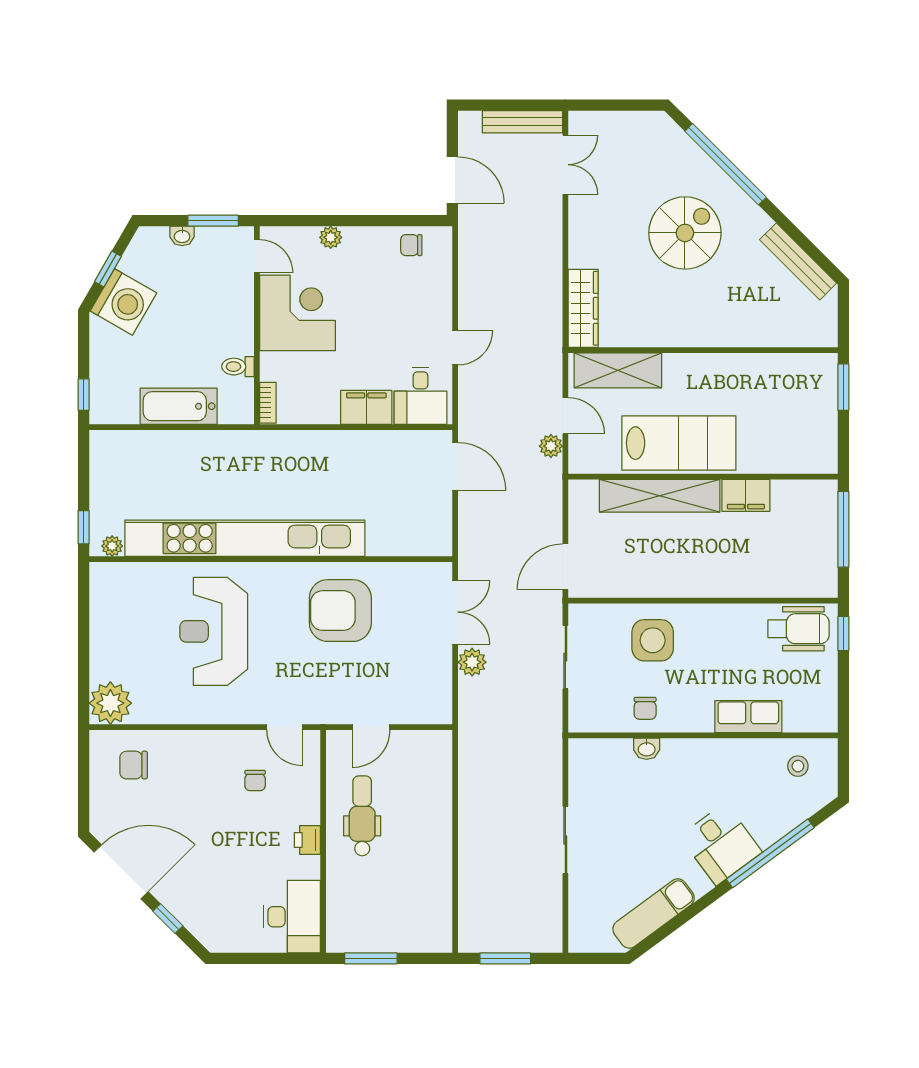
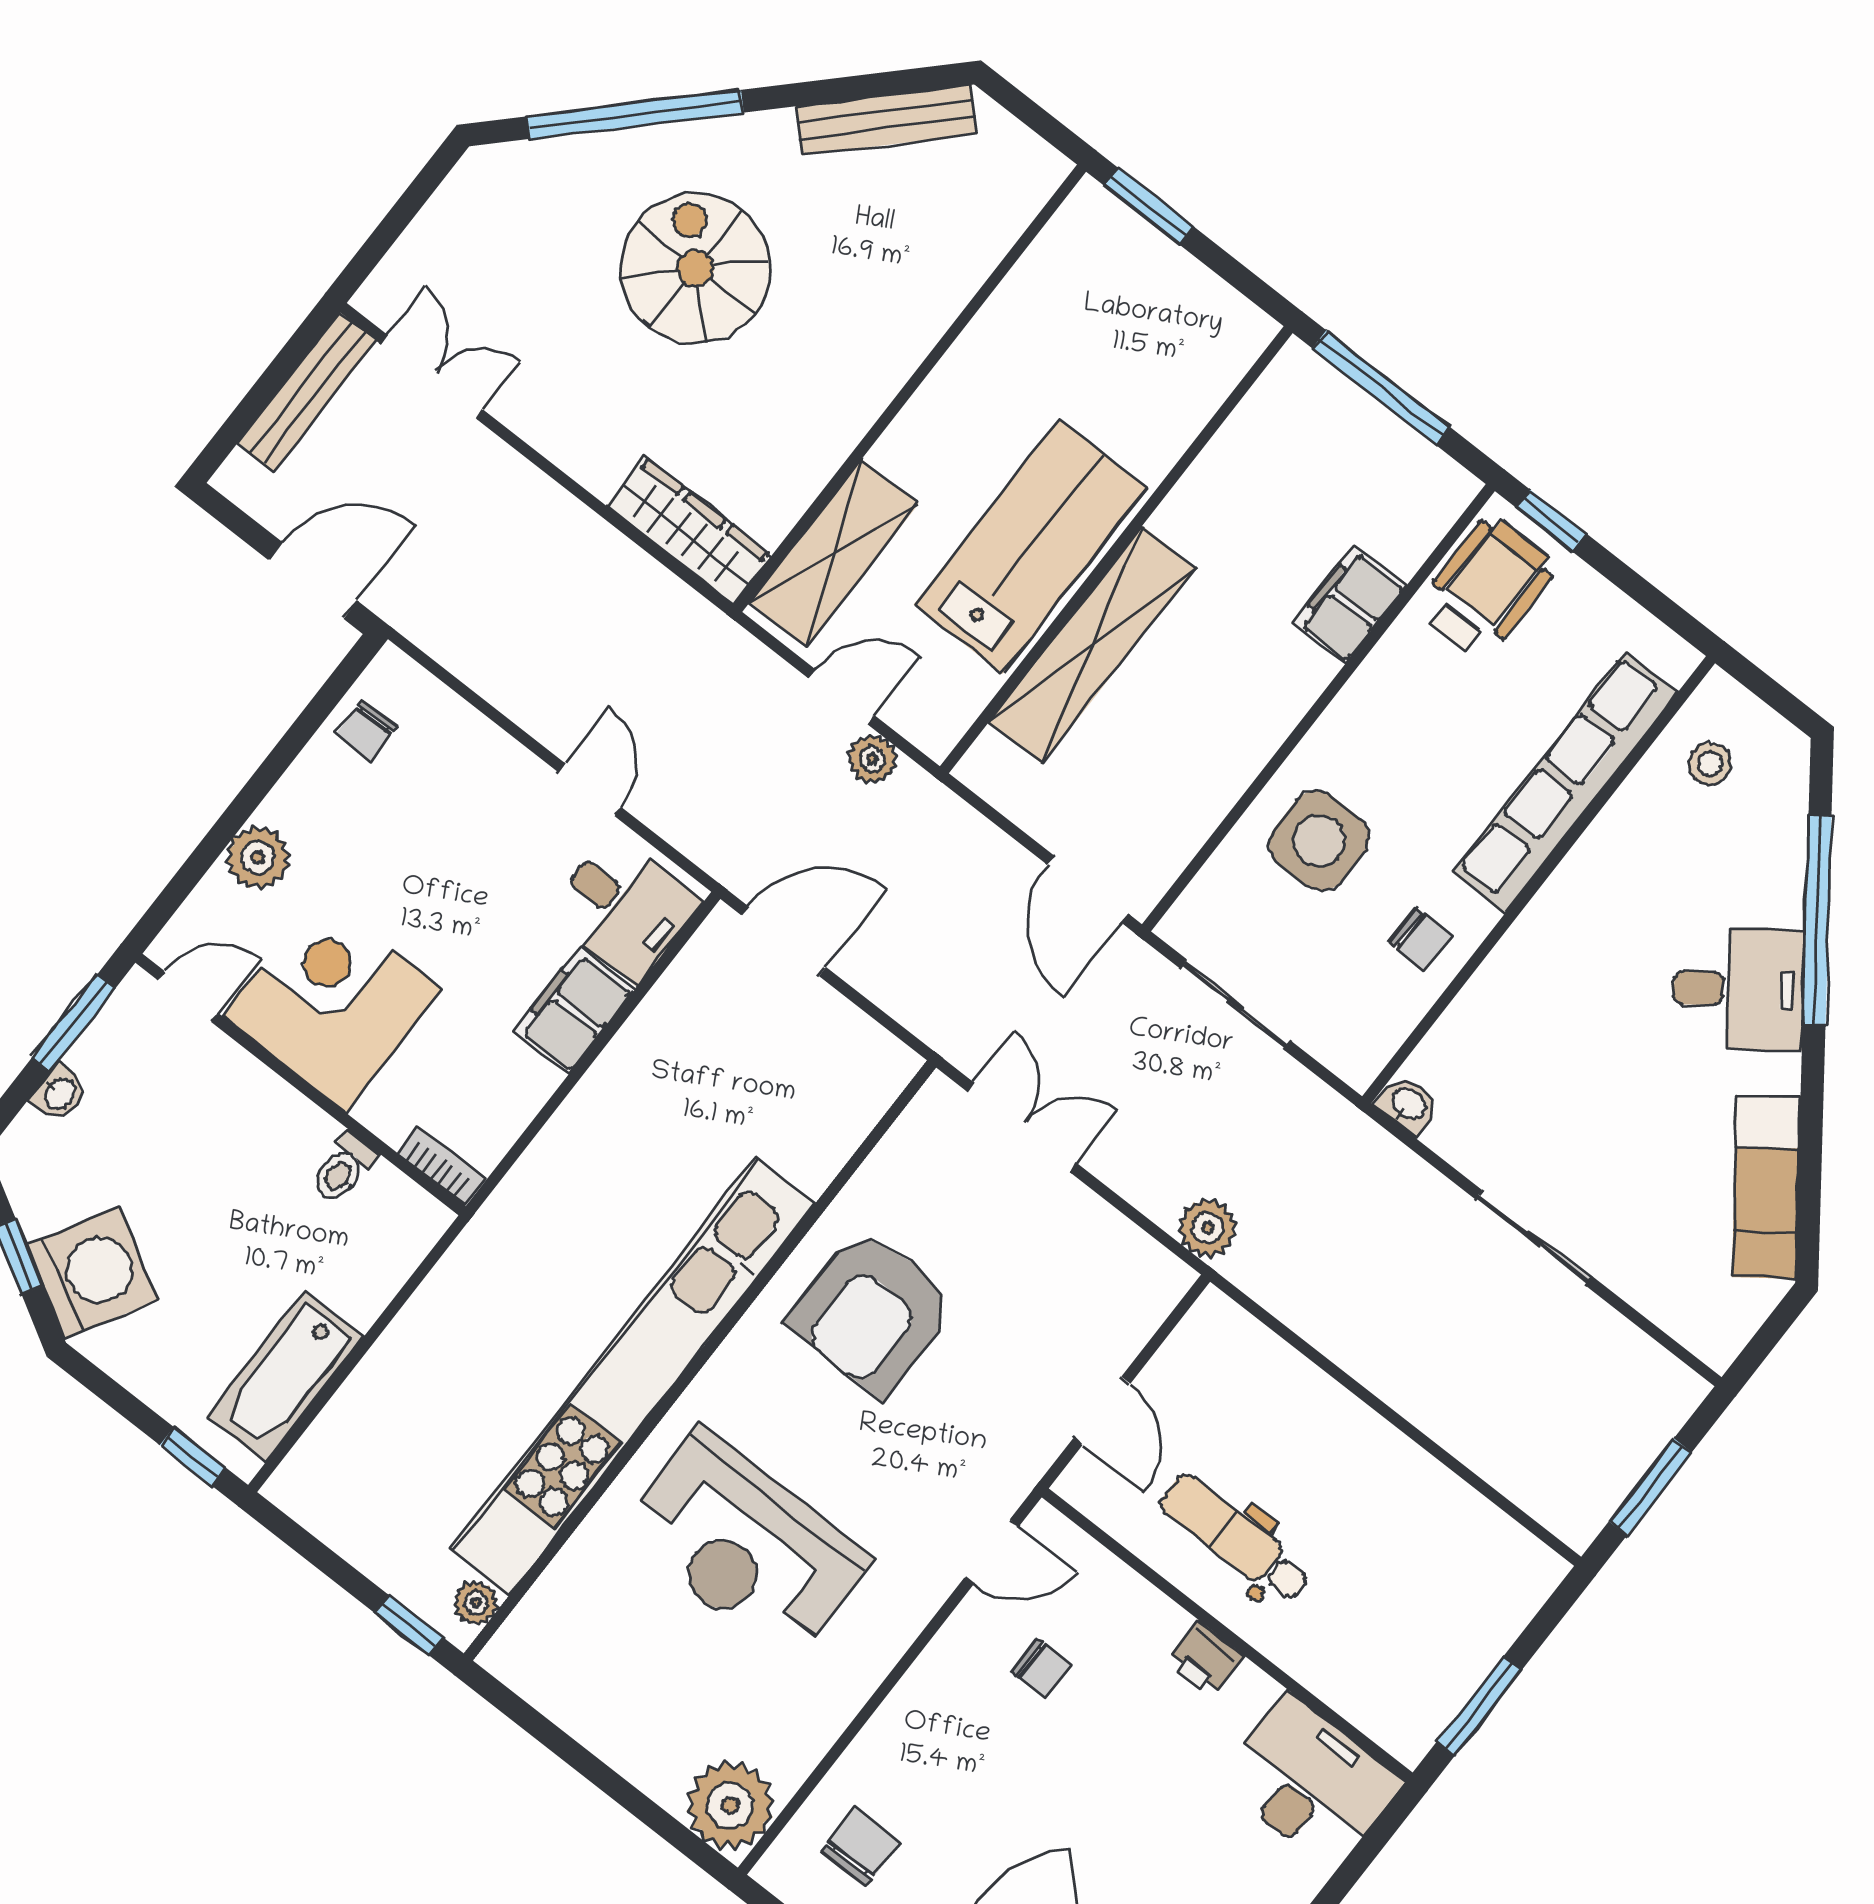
plant: (331, 237) -> (258, 858), width x1.38, depth x1.38
bathtub: (179, 406) -> (285, 1377), moved
filing cabinet: (746, 495) -> (1350, 605), moved, turned 180
plant: (472, 662) -> (1207, 1228), moved
row of seats: (748, 717) -> (1566, 782), width x2.02
washbasin: (647, 749) -> (1408, 1105), moved, turned -90
chair: (134, 765) -> (861, 1847), turned 180

